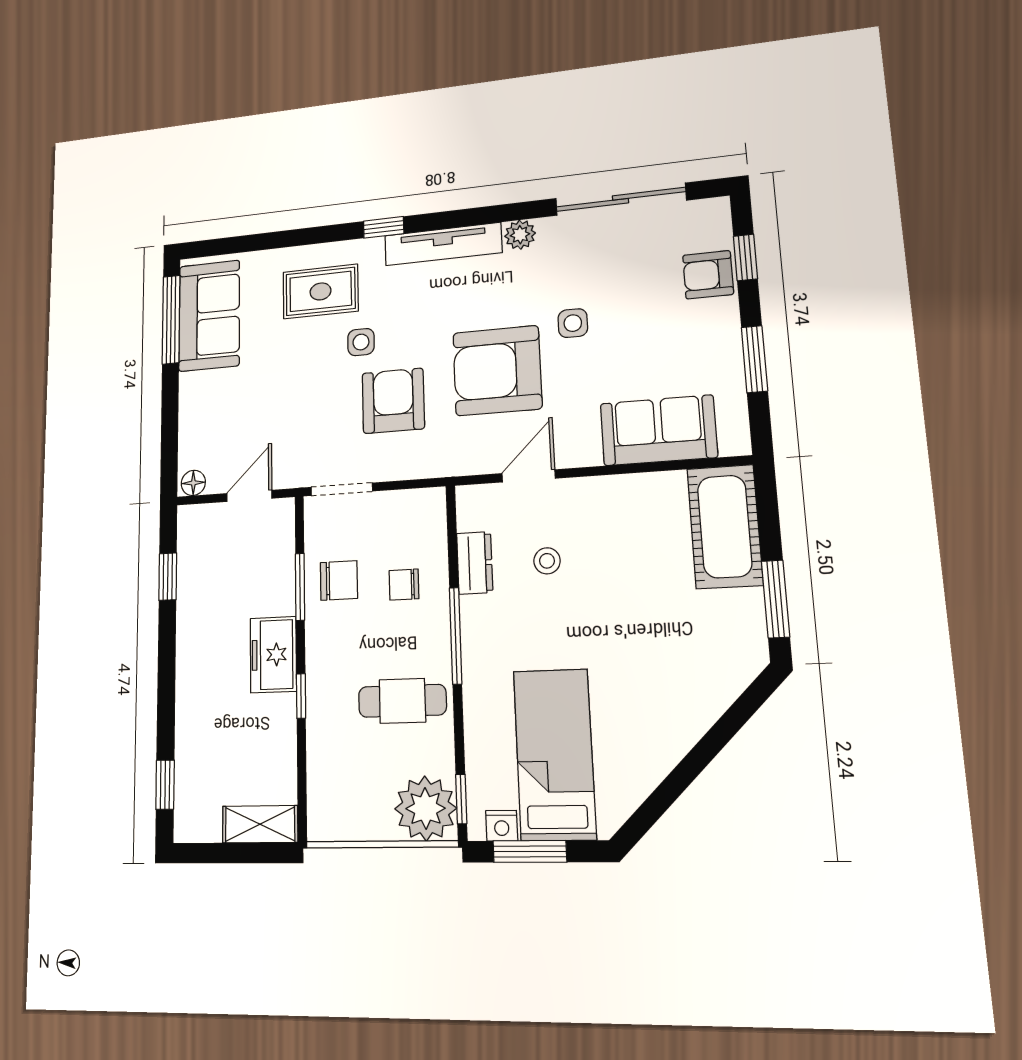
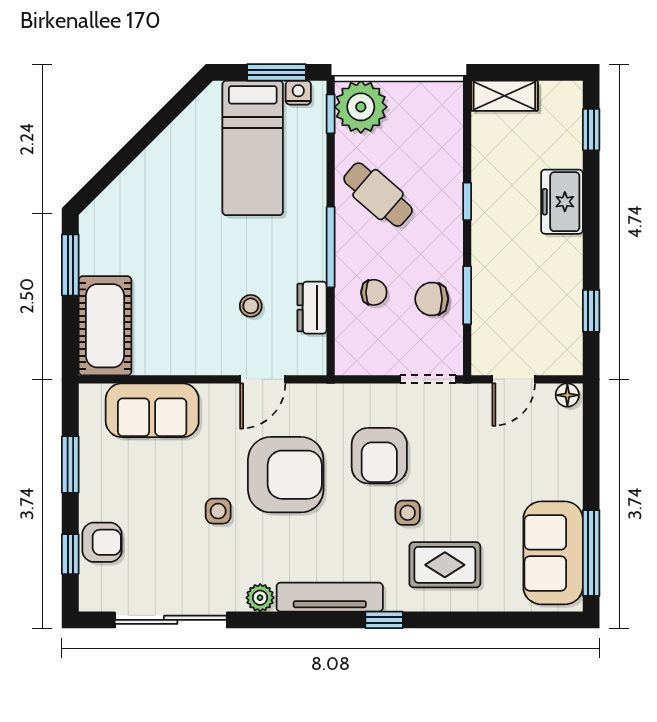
freezer: (273, 655) -> (562, 202), moved, turned 180
cafe table: (402, 701) -> (378, 195), turned 41

